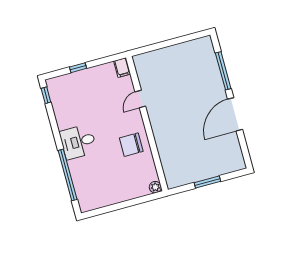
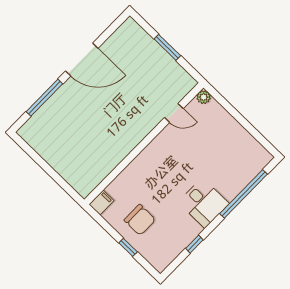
window: (46, 95) -> (194, 244), moved
door: (140, 99) -> (174, 113), moved
chair: (131, 145) -> (140, 220), moved

